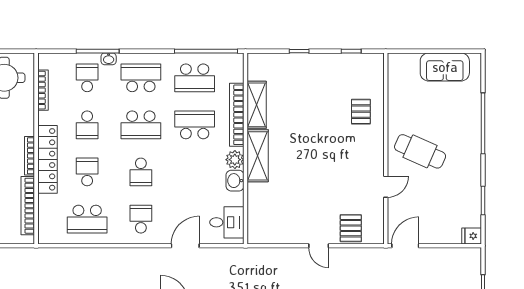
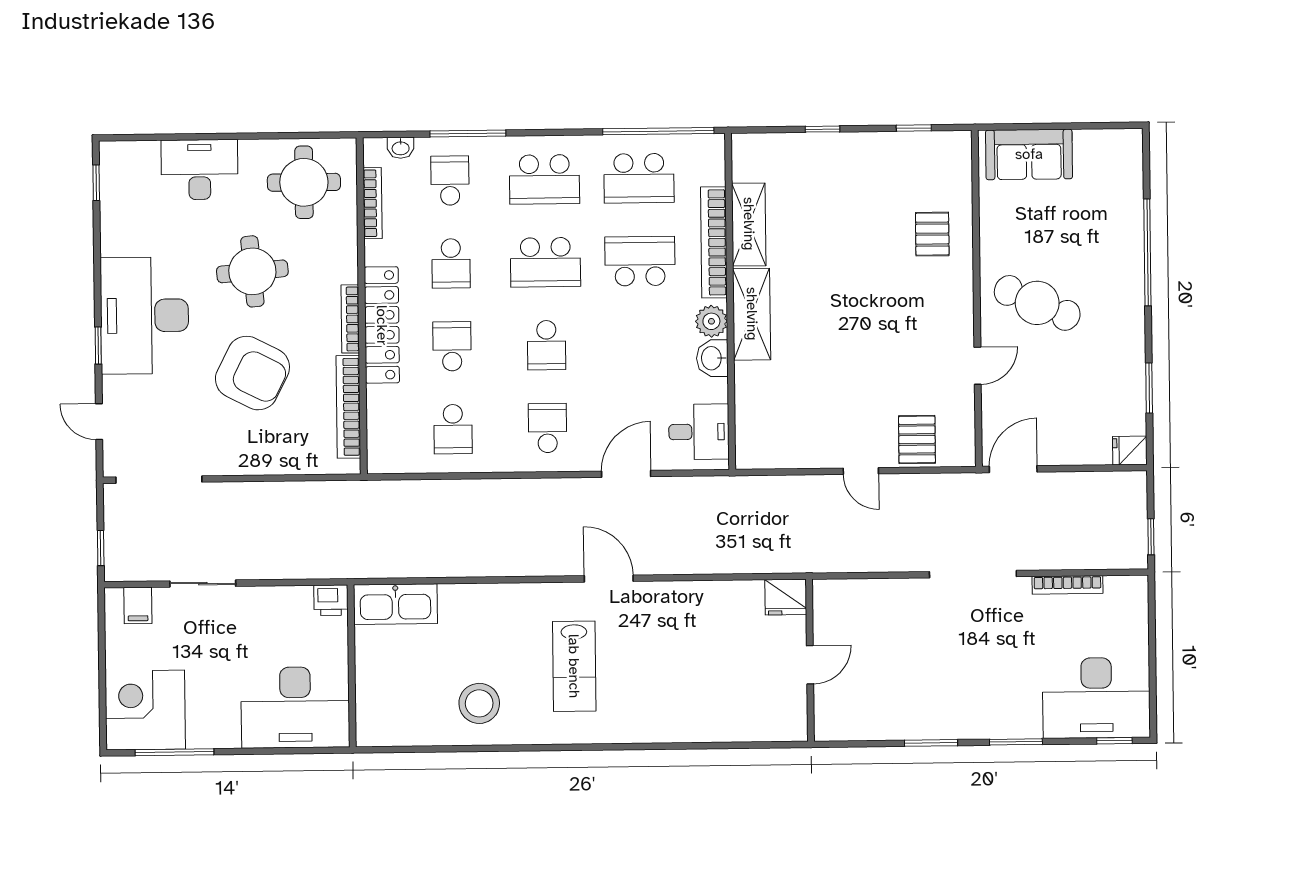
washbasin: (109, 59) -> (401, 148), moved
sofa: (445, 67) -> (1029, 154), moved
school desk: (141, 78) -> (544, 179), turned 180
school desk: (87, 219) -> (453, 429), width x0.54

